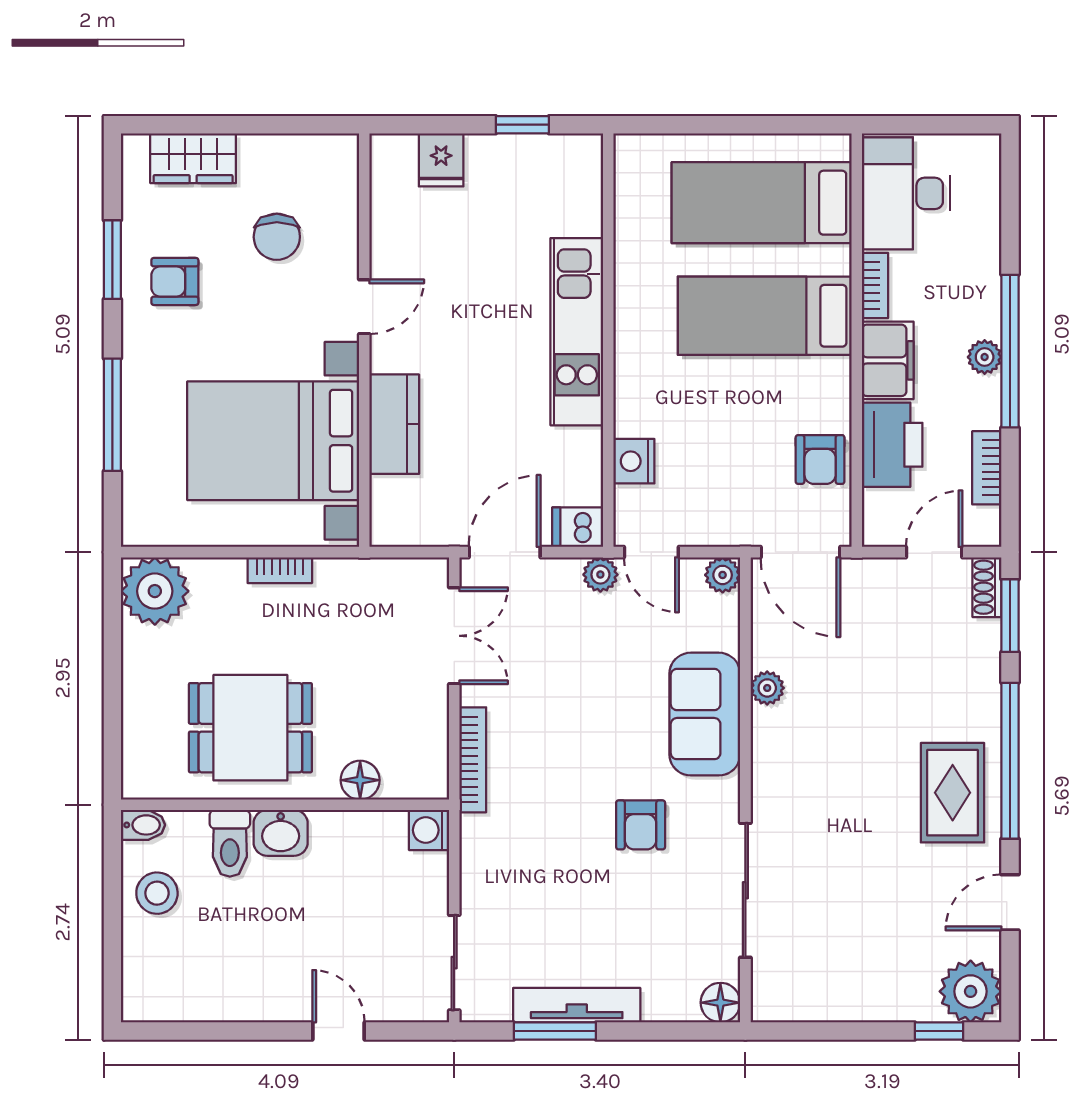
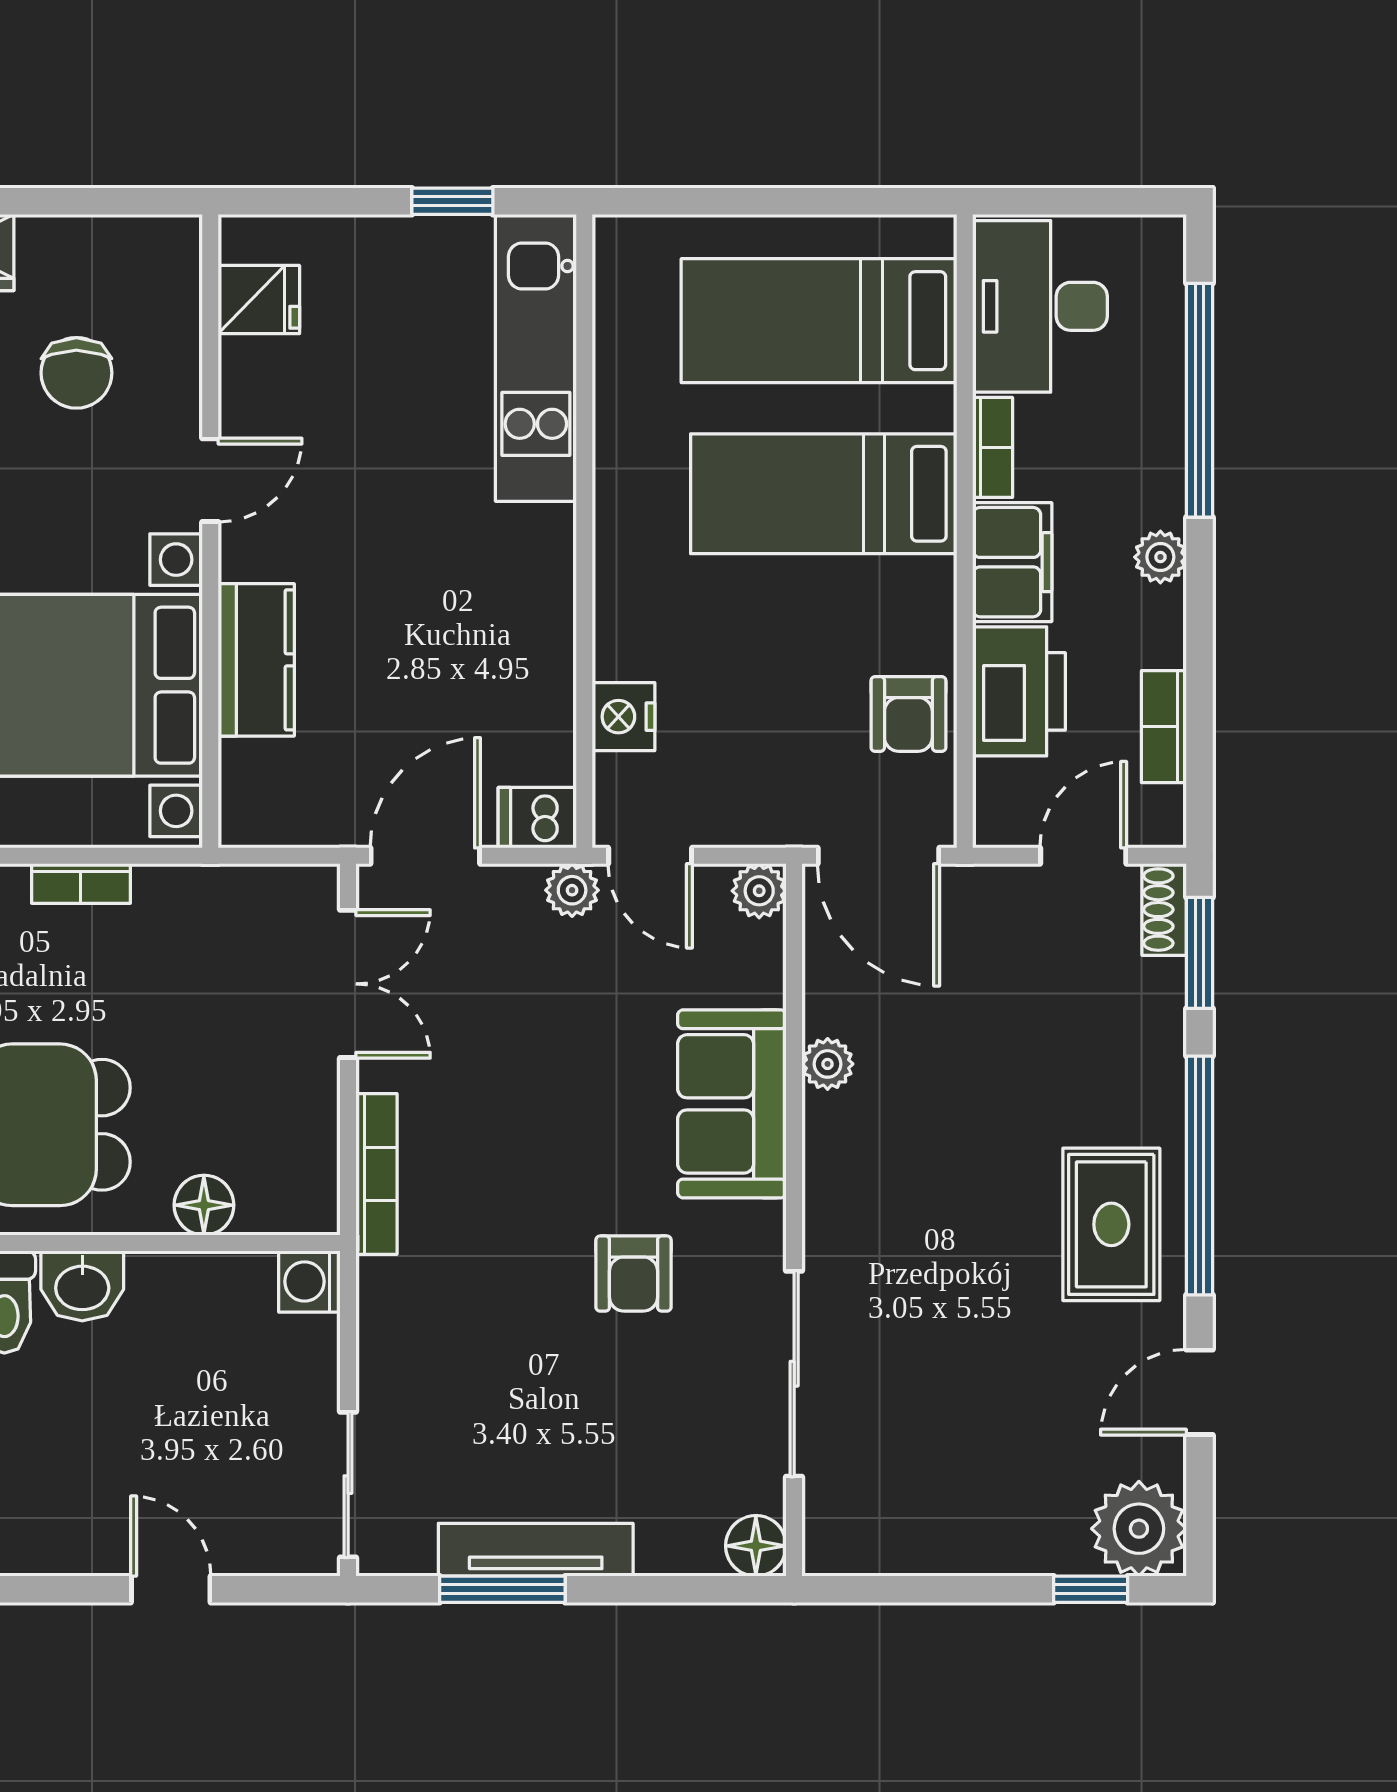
fridge: (441, 160) -> (259, 300), moved, turned -90
kitchen unit: (577, 332) -> (536, 358), moved
window: (1010, 351) -> (1199, 400), moved

